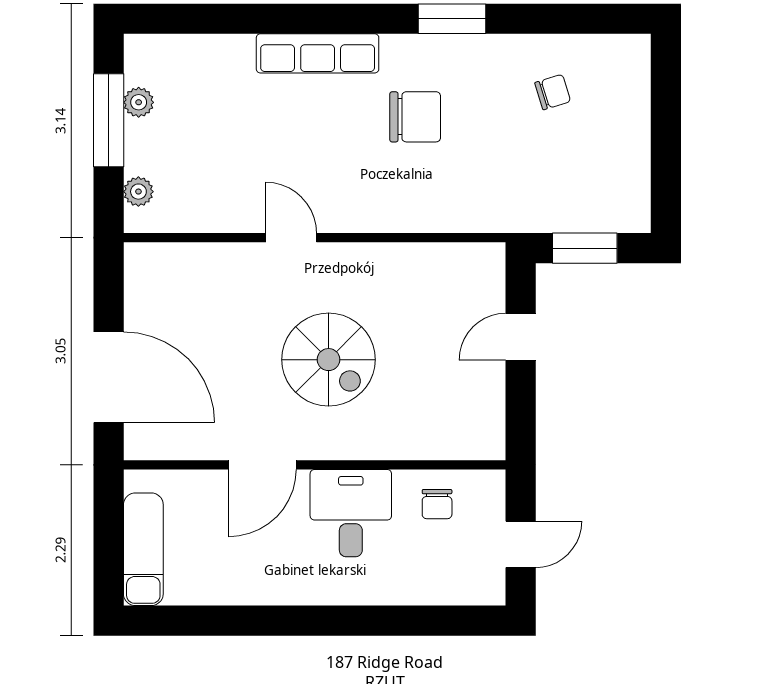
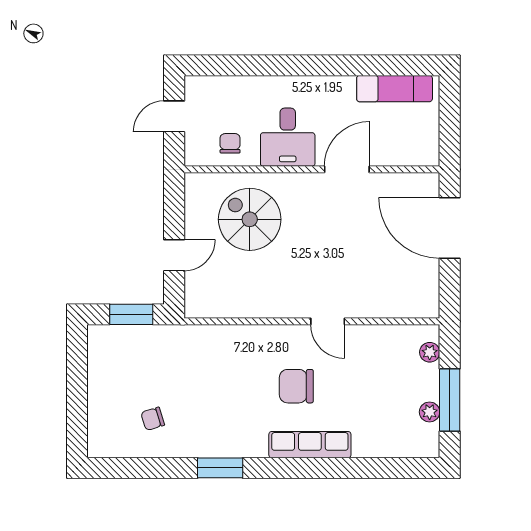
chair: (415, 117) -> (296, 386), moved
spiral stairs: (329, 360) -> (250, 219), moved
exam couch: (143, 549) -> (395, 89), moved, turned -90

